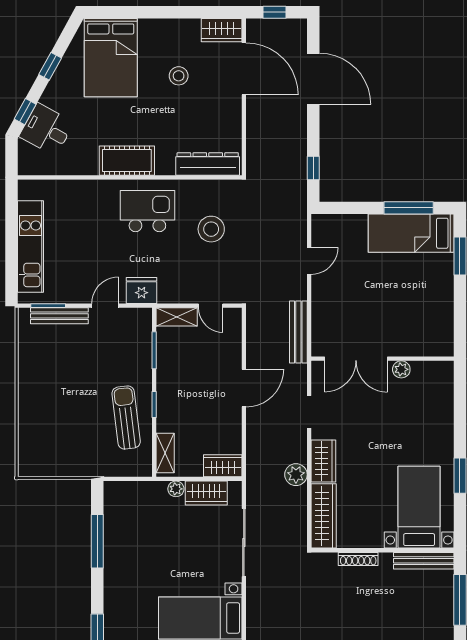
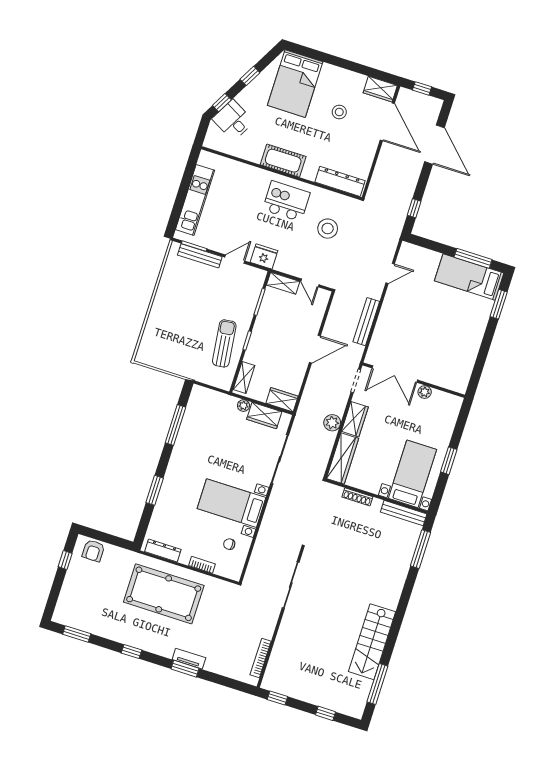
double door: (356, 359) -> (395, 374), moved
wall: (382, 359) -> (414, 380), moved
plant: (401, 369) -> (425, 392), moved

